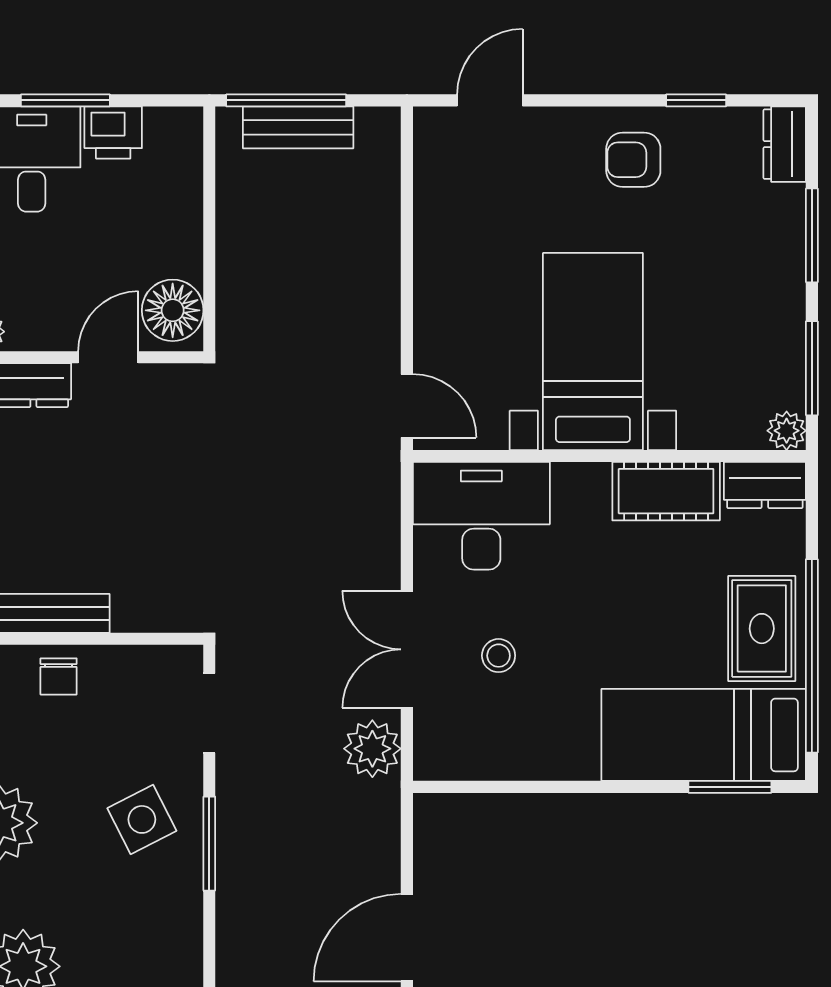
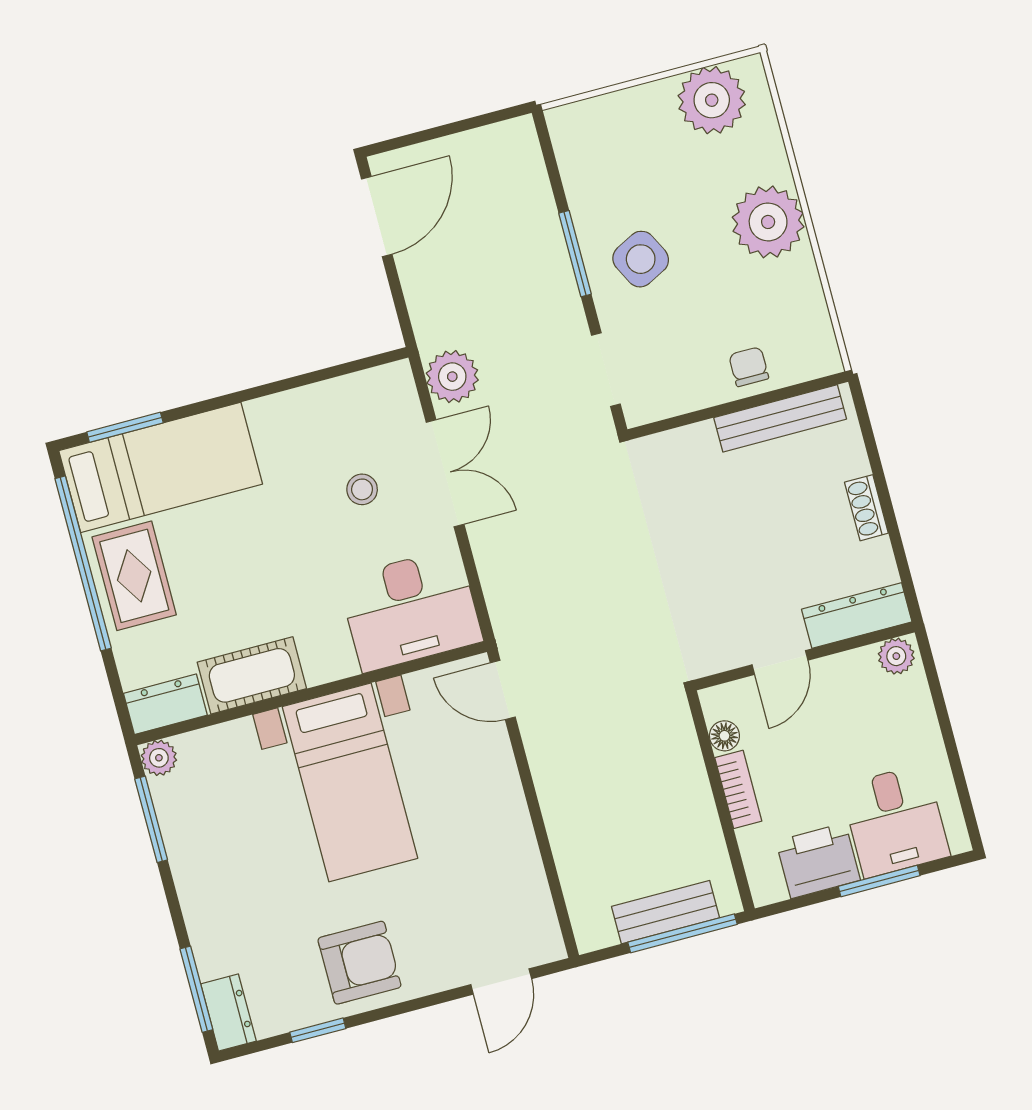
printer: (113, 132) -> (818, 861), width x1.36, depth x1.24
armchair: (633, 160) -> (359, 963), width x1.38, depth x1.38
window: (812, 235) -> (196, 989), moved
bookcase: (187, 236) -> (738, 789), added
floor lamp: (173, 310) -> (724, 736), width x0.53, depth x0.53

